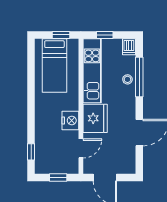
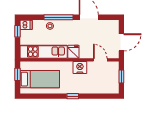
window: (105, 35) -> (18, 31), moved
window: (139, 77) -> (58, 17), moved
fridge: (95, 118) -> (73, 52), width x0.53, depth x0.75
window: (31, 152) -> (73, 96), moved

